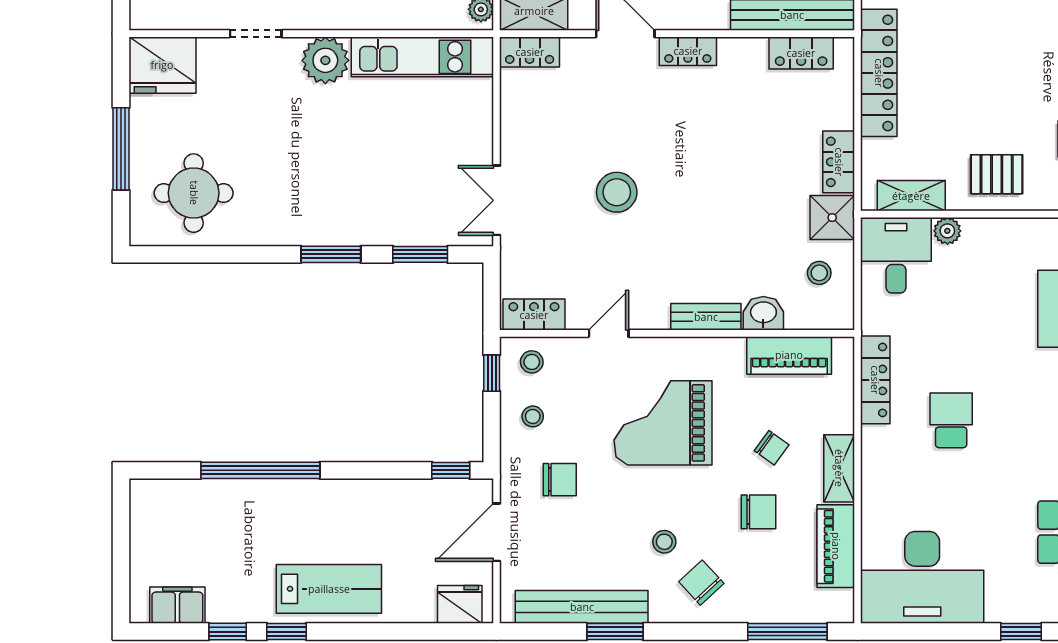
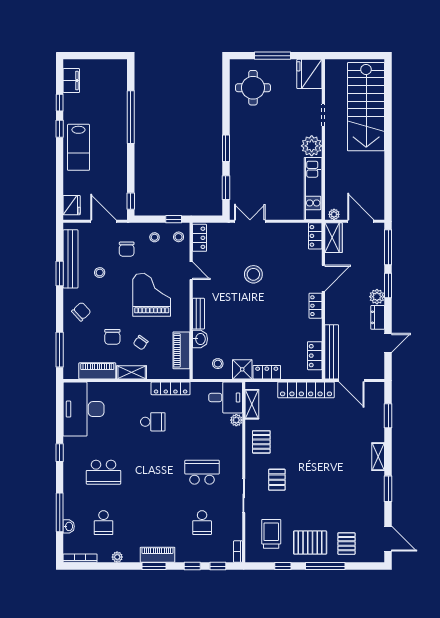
stool: (664, 542) -> (100, 273), moved

